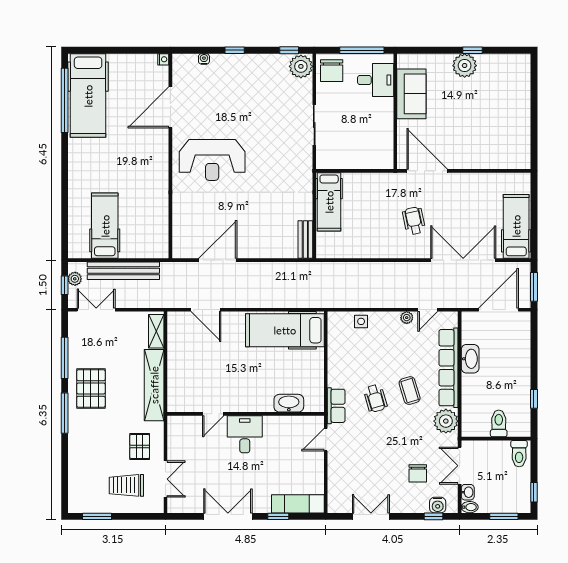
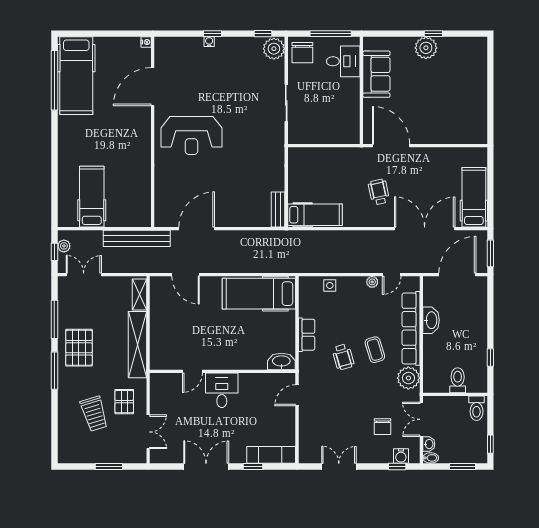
water cooler: (204, 59) -> (209, 42), moved
hospital bed: (329, 202) -> (315, 215), moved, turned -90
bench: (123, 271) -> (137, 238), moved
washbasin: (289, 403) -> (281, 361), moved
row of seats: (336, 406) -> (307, 335), moved
trolley: (126, 485) -> (94, 414), moved, turned -107
window: (97, 516) -> (109, 466), moved

